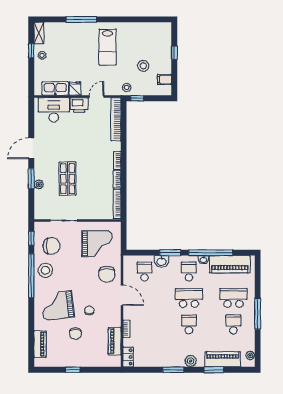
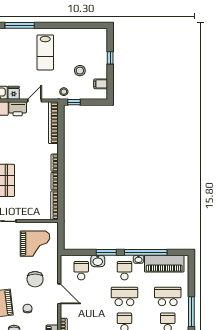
chair: (107, 274) -> (35, 279), moved

